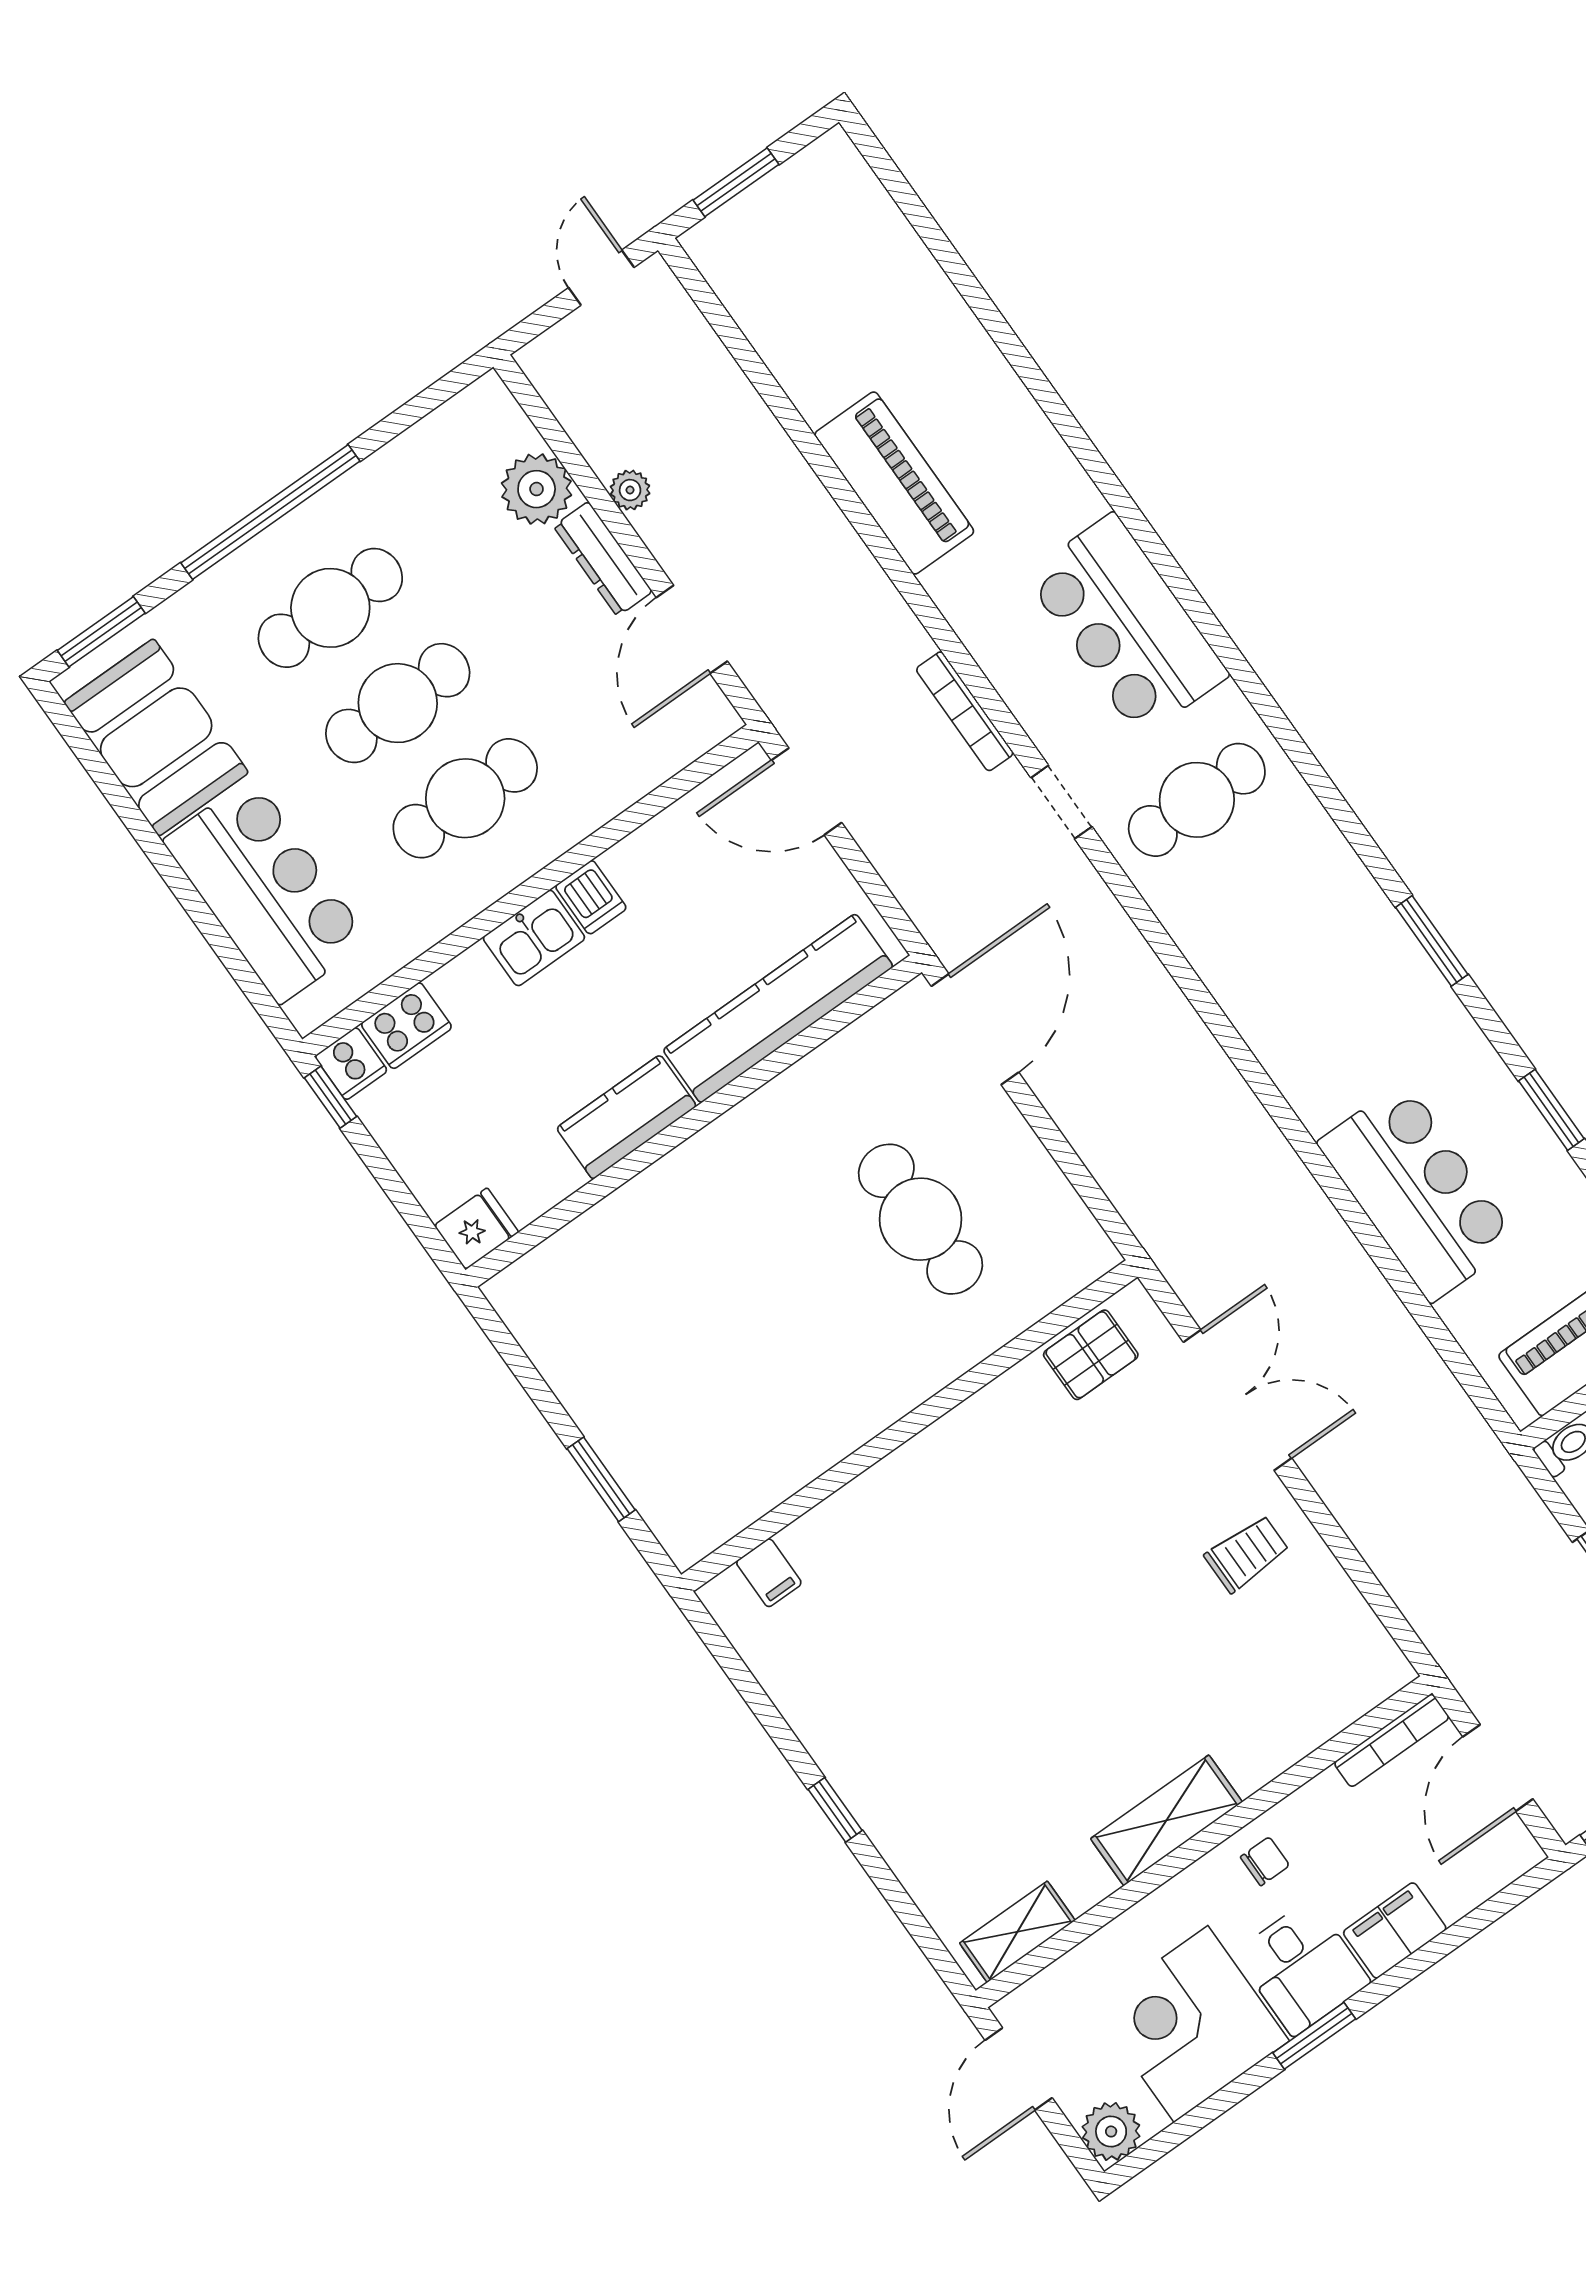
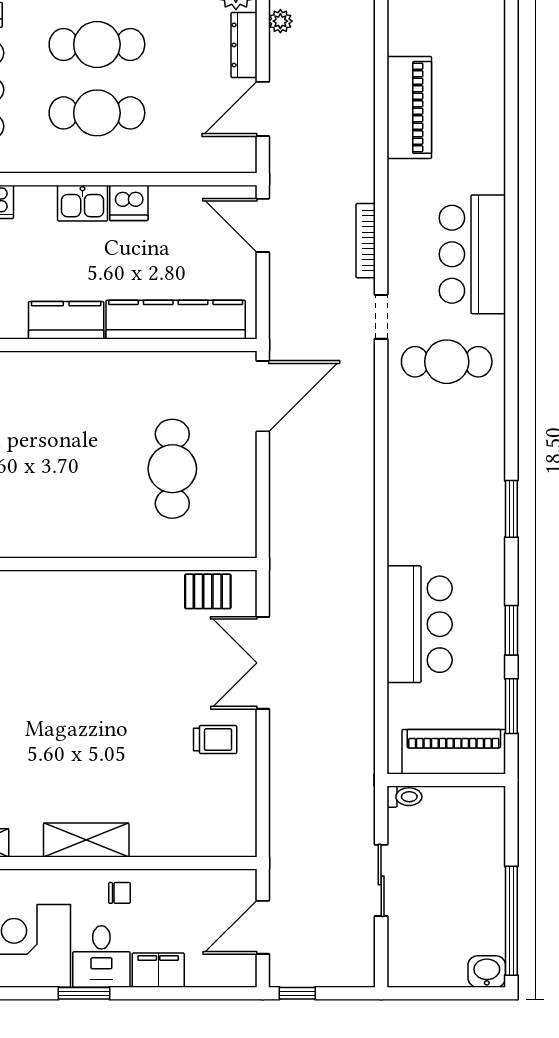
dishwasher: (591, 897) -> (129, 203), width x1.38
double door: (1237, 1400) -> (263, 663), swing flipped
bookcase: (1392, 1740) -> (221, 878), removed

